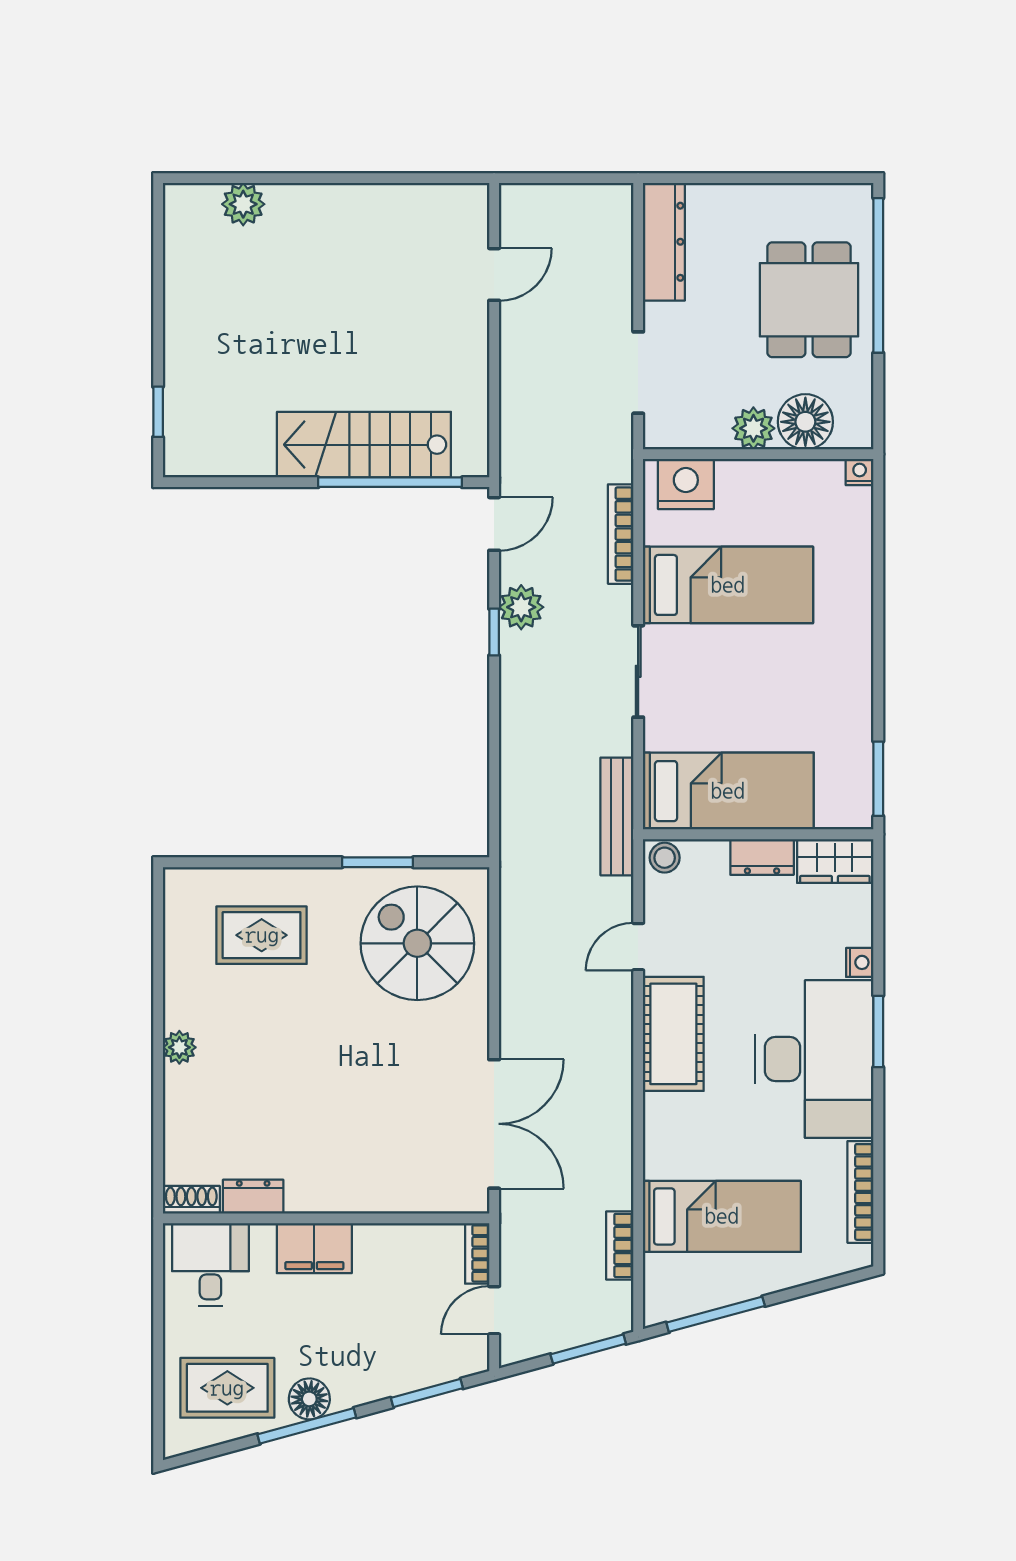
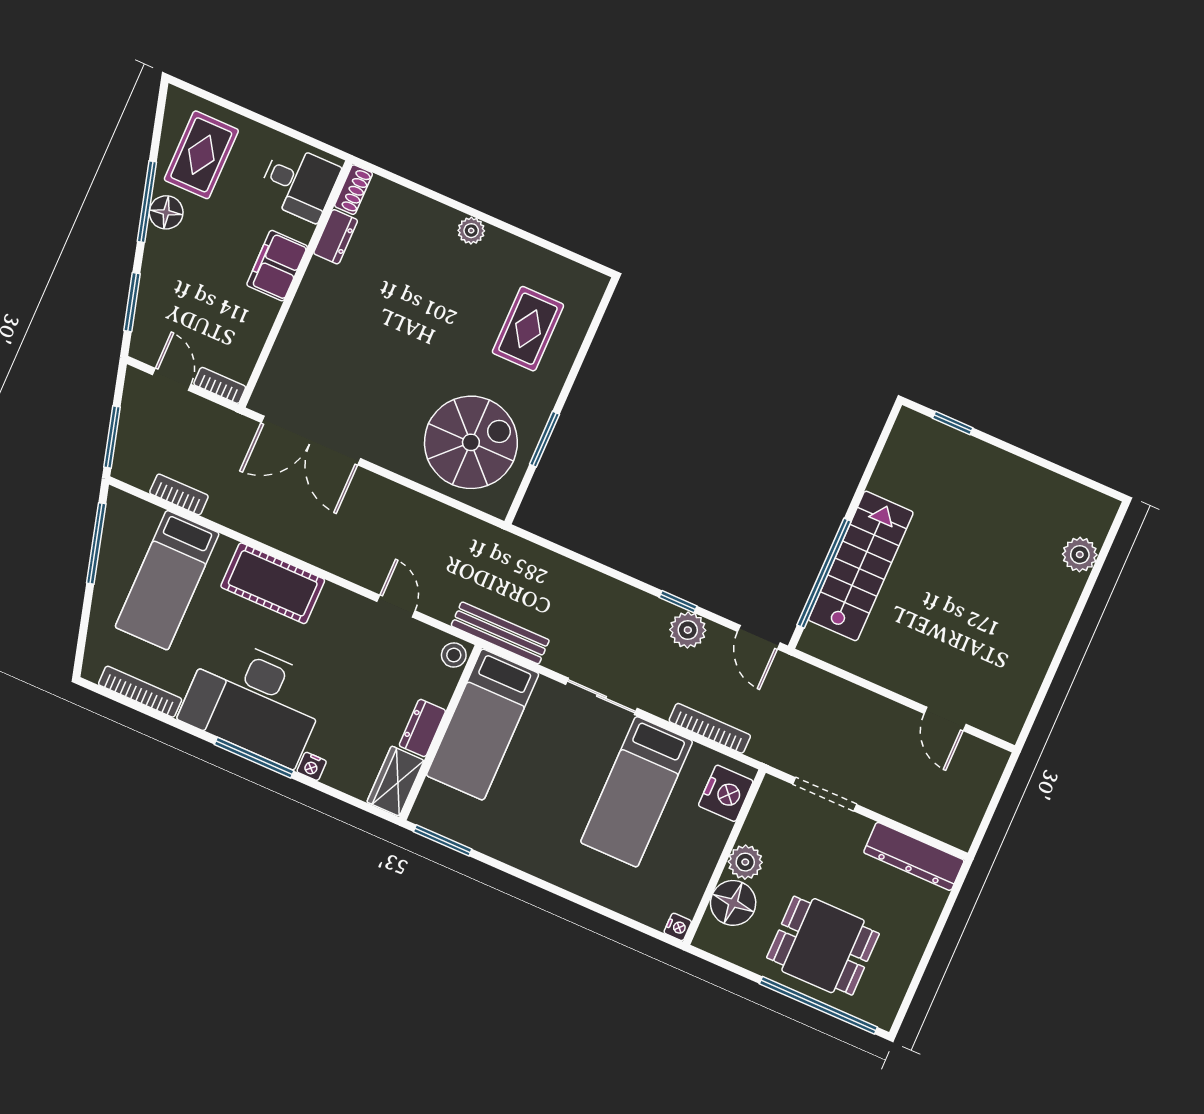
window: (878, 1031) -> (254, 758), width x1.44
cot: (673, 1034) -> (273, 583), moved

